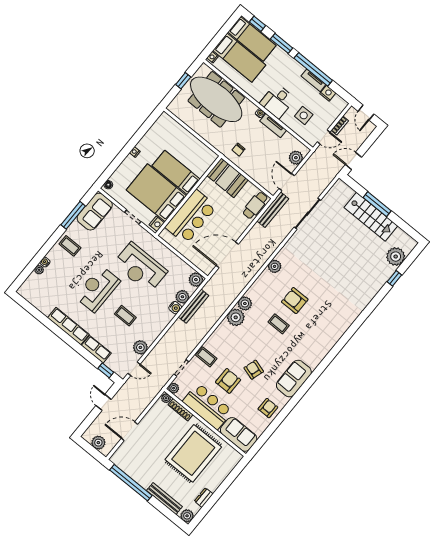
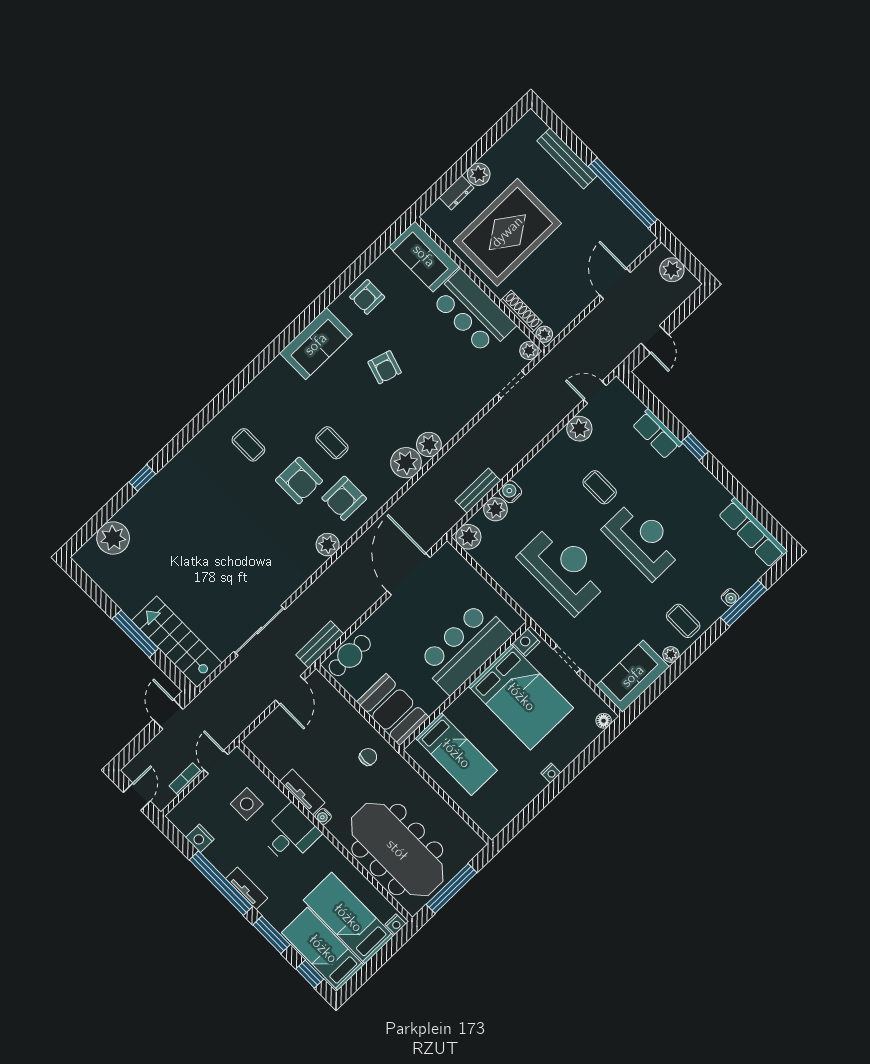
tv unit: (313, 80) -> (247, 888), moved
window: (183, 81) -> (452, 889), width x2.17
door: (324, 137) -> (216, 762), hinge flipped
plant: (296, 158) -> (269, 731), removed
door: (354, 161) -> (168, 714), swing flipped
bed: (176, 172) -> (456, 754), moved
bench: (273, 210) -> (320, 644), width x0.73
window: (73, 215) -> (744, 603), moved
stairs: (371, 217) -> (177, 642), moved
door: (227, 255) -> (409, 574), swing flipped
plant: (39, 270) -> (671, 654), moved
window: (394, 278) -> (142, 478), moved
reception desk: (98, 289) -> (643, 540), turned -90
plant: (245, 303) -> (429, 444), moved
bench: (194, 306) -> (478, 491), width x0.73
row of seats: (68, 326) -> (753, 533), moved
coffee table: (206, 357) -> (248, 445), moved
window: (106, 370) -> (695, 447), moved
armchair: (228, 381) -> (344, 498), moved
door: (129, 431) -> (615, 284), swing flipped
dresser: (204, 498) -> (456, 193), moved
plant: (187, 516) -> (479, 174), moved

